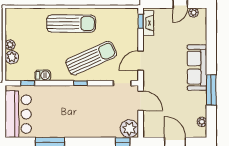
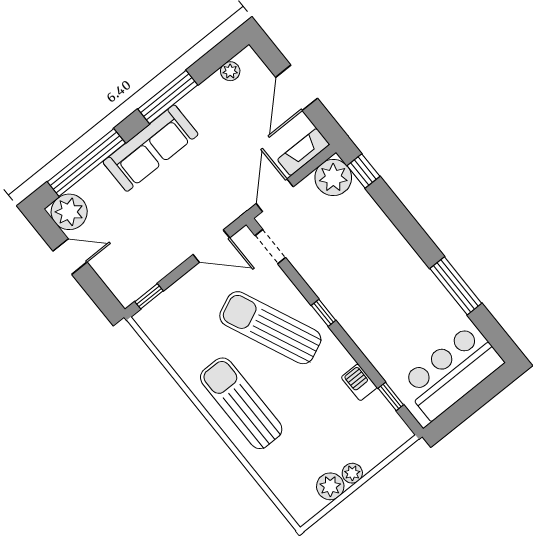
plant: (194, 13) -> (69, 212), width x1.88, depth x1.88
fireplace: (148, 23) -> (304, 152), moved
window: (211, 39) -> (86, 162), added
plant: (12, 57) -> (330, 486), moved

